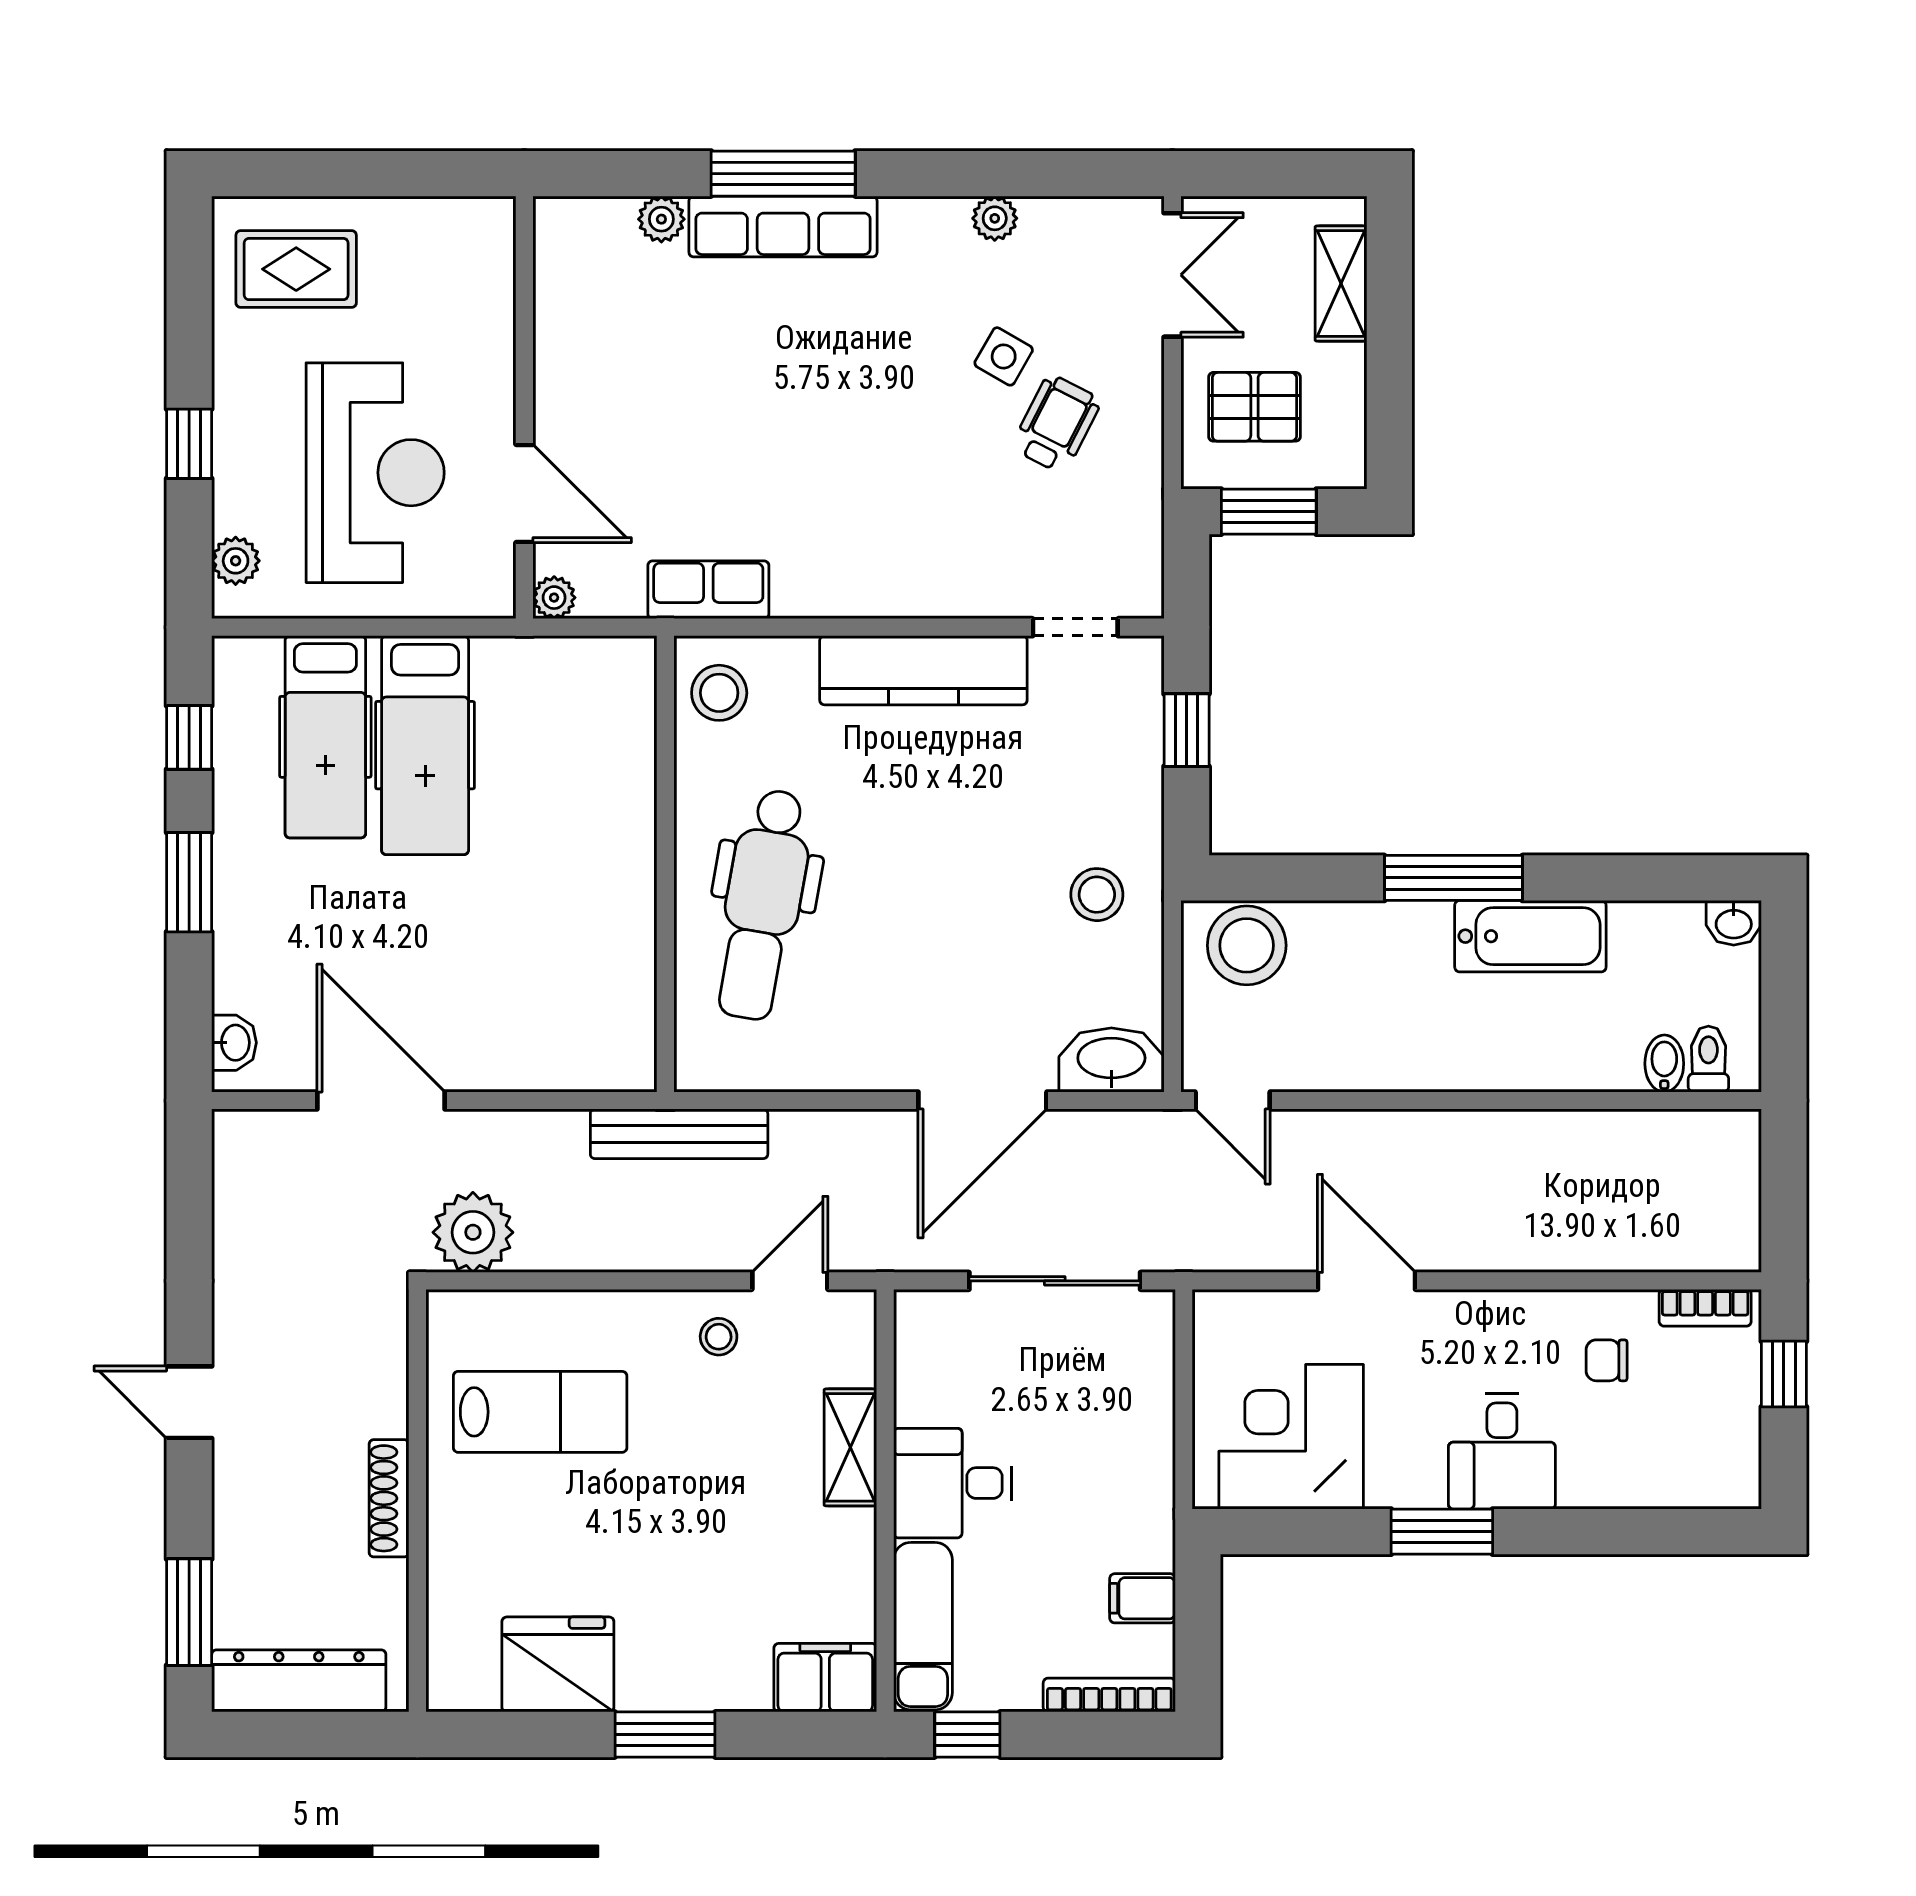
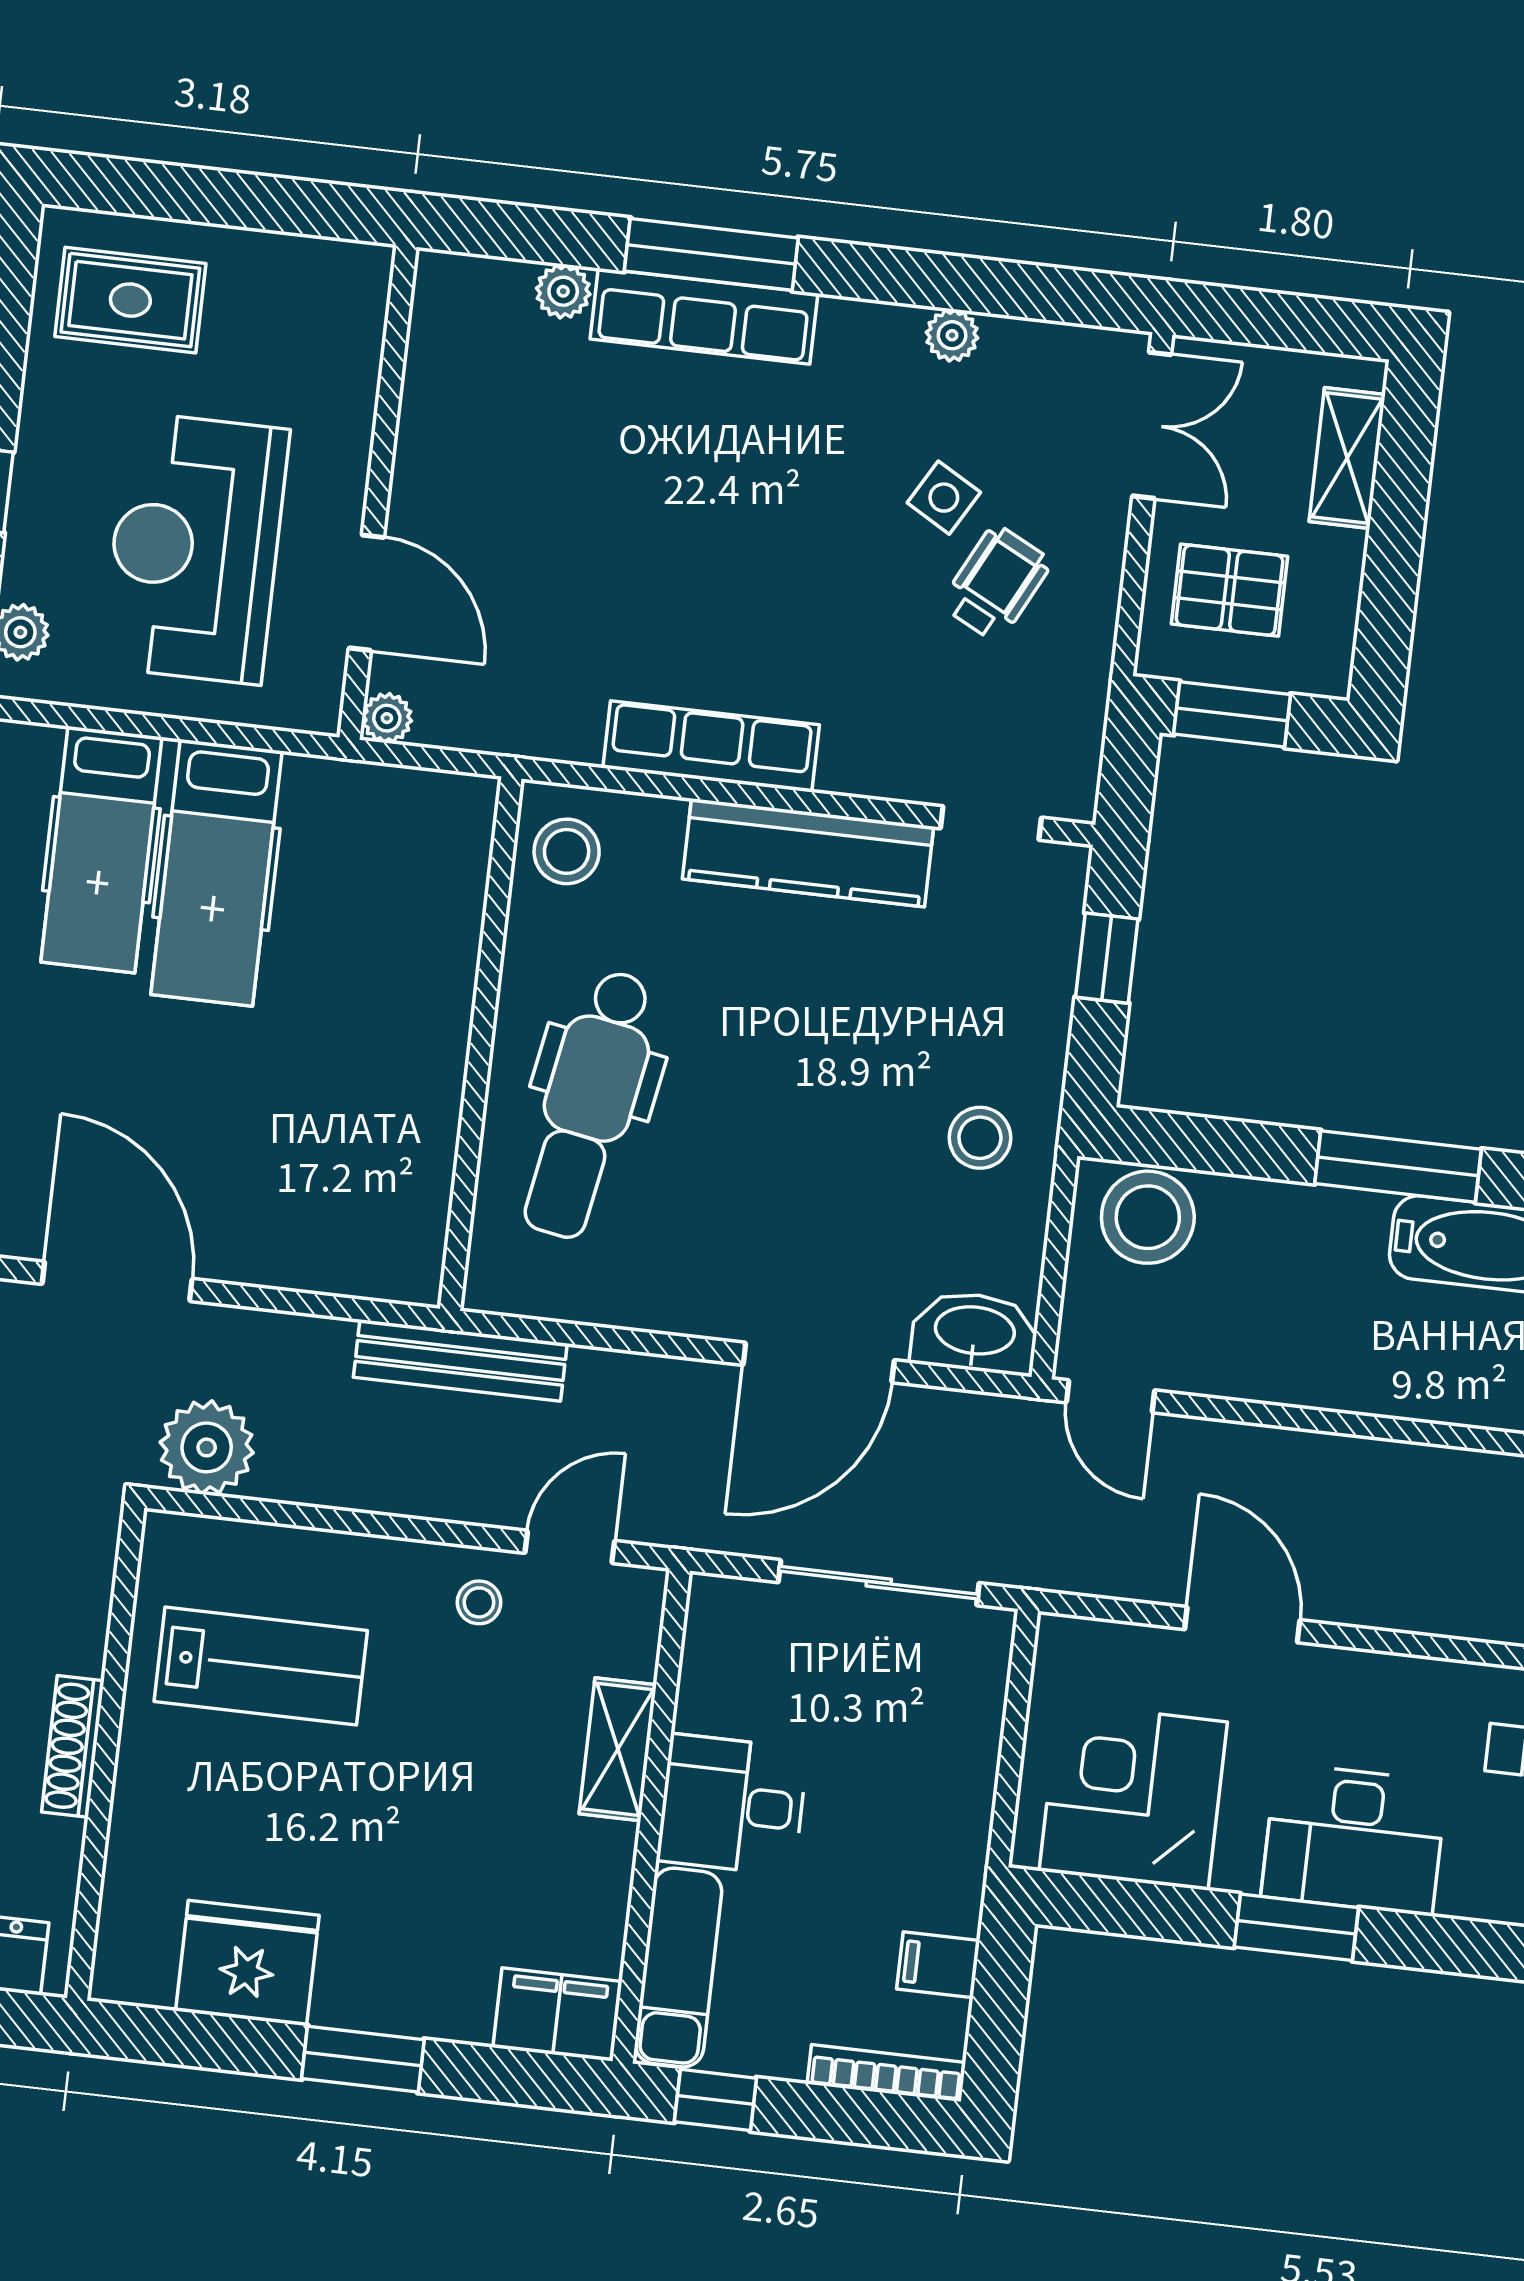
reception desk: (375, 473) -> (195, 548), turned 180
row of seats: (708, 590) -> (711, 746), moved, width x1.48
desk: (1502, 1451) -> (1354, 1839), width x1.37

